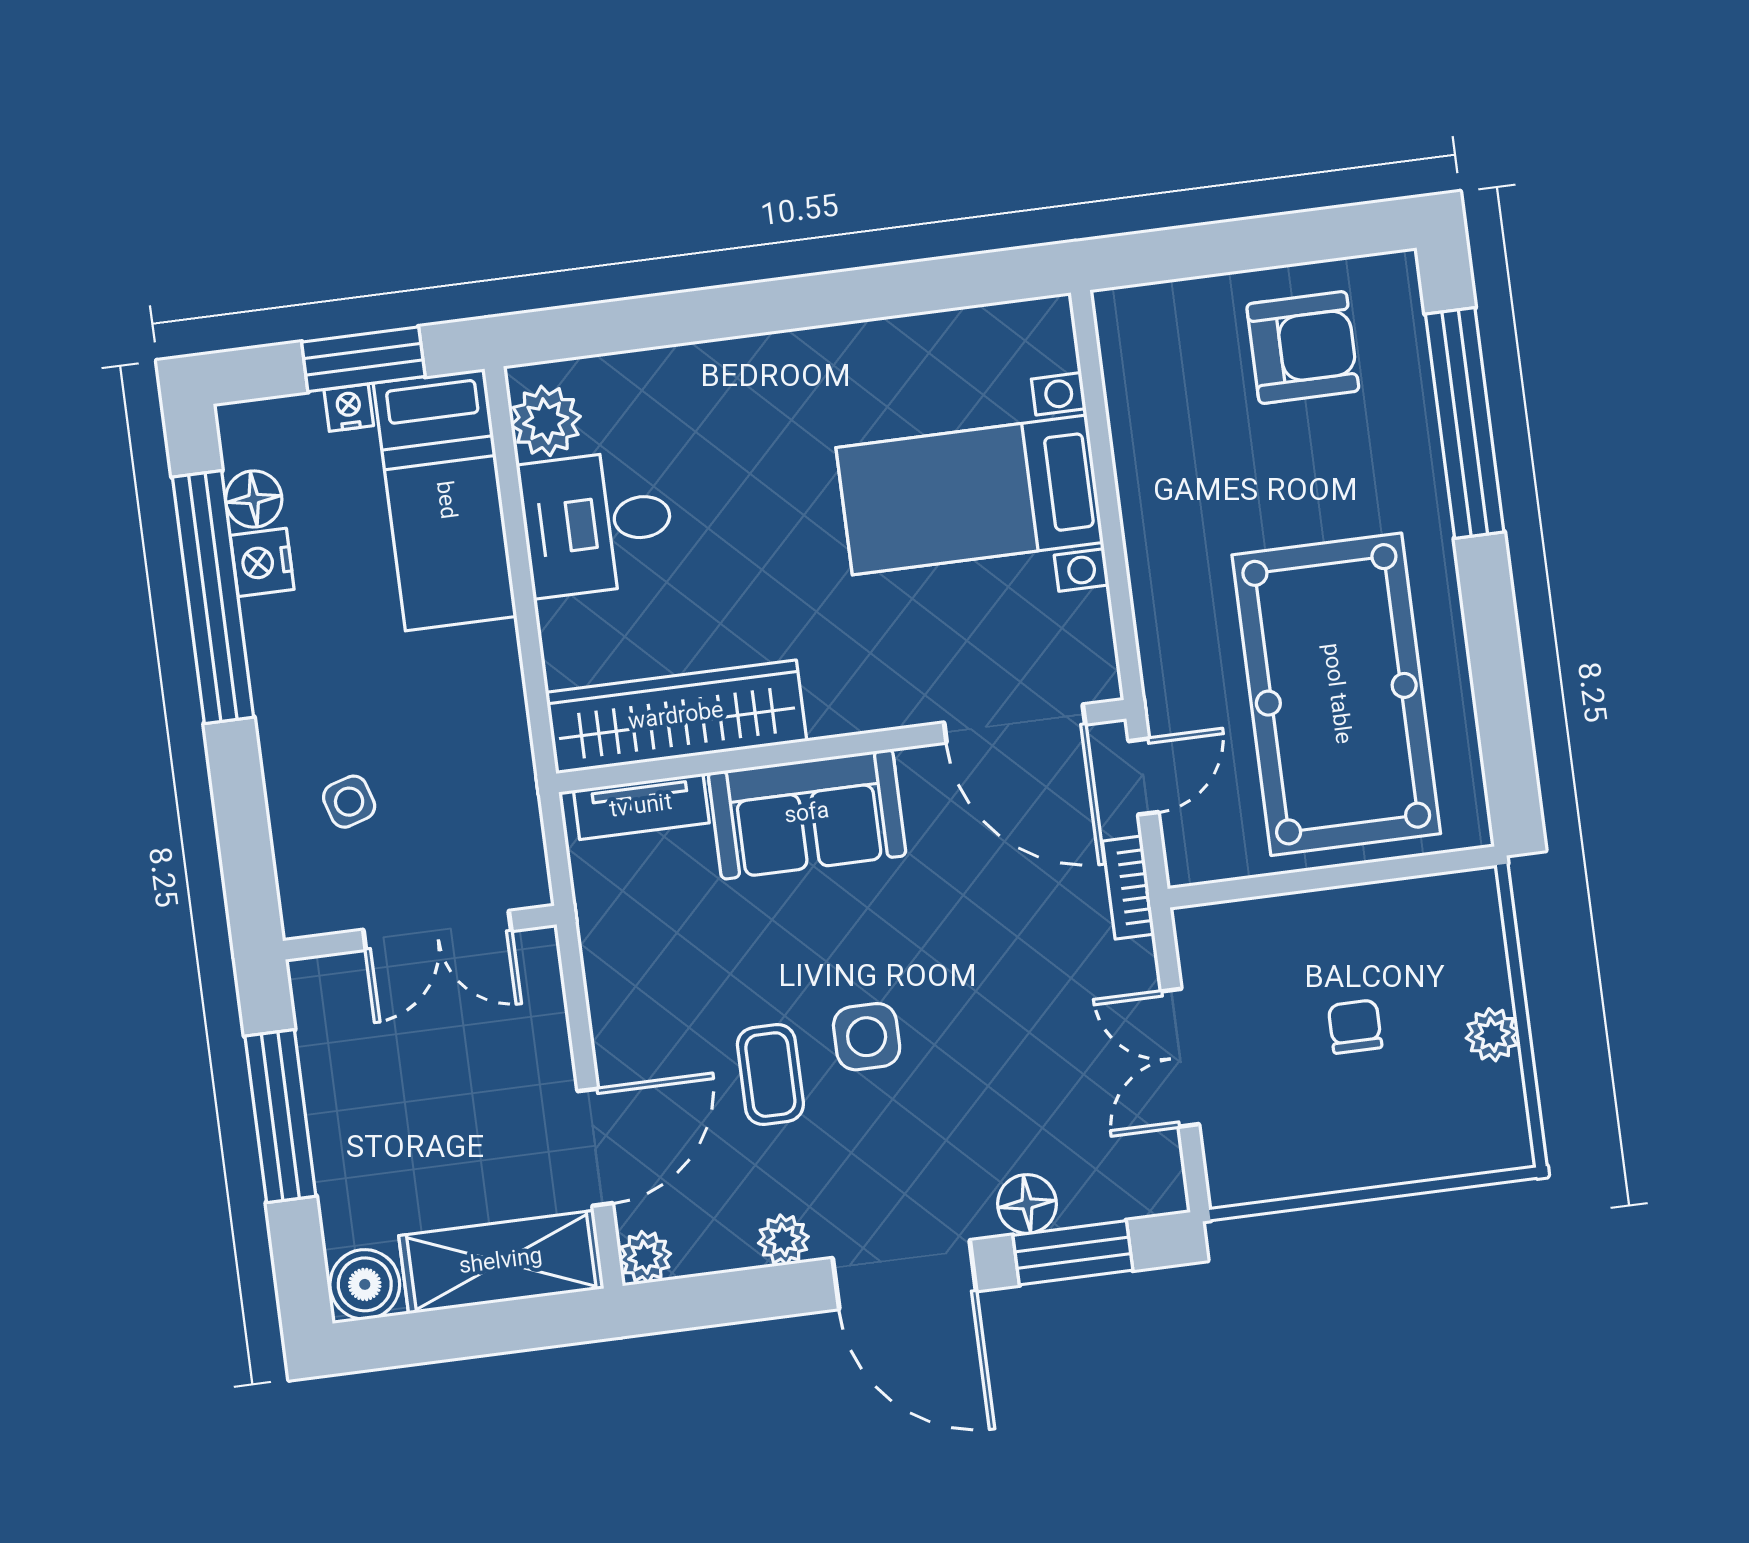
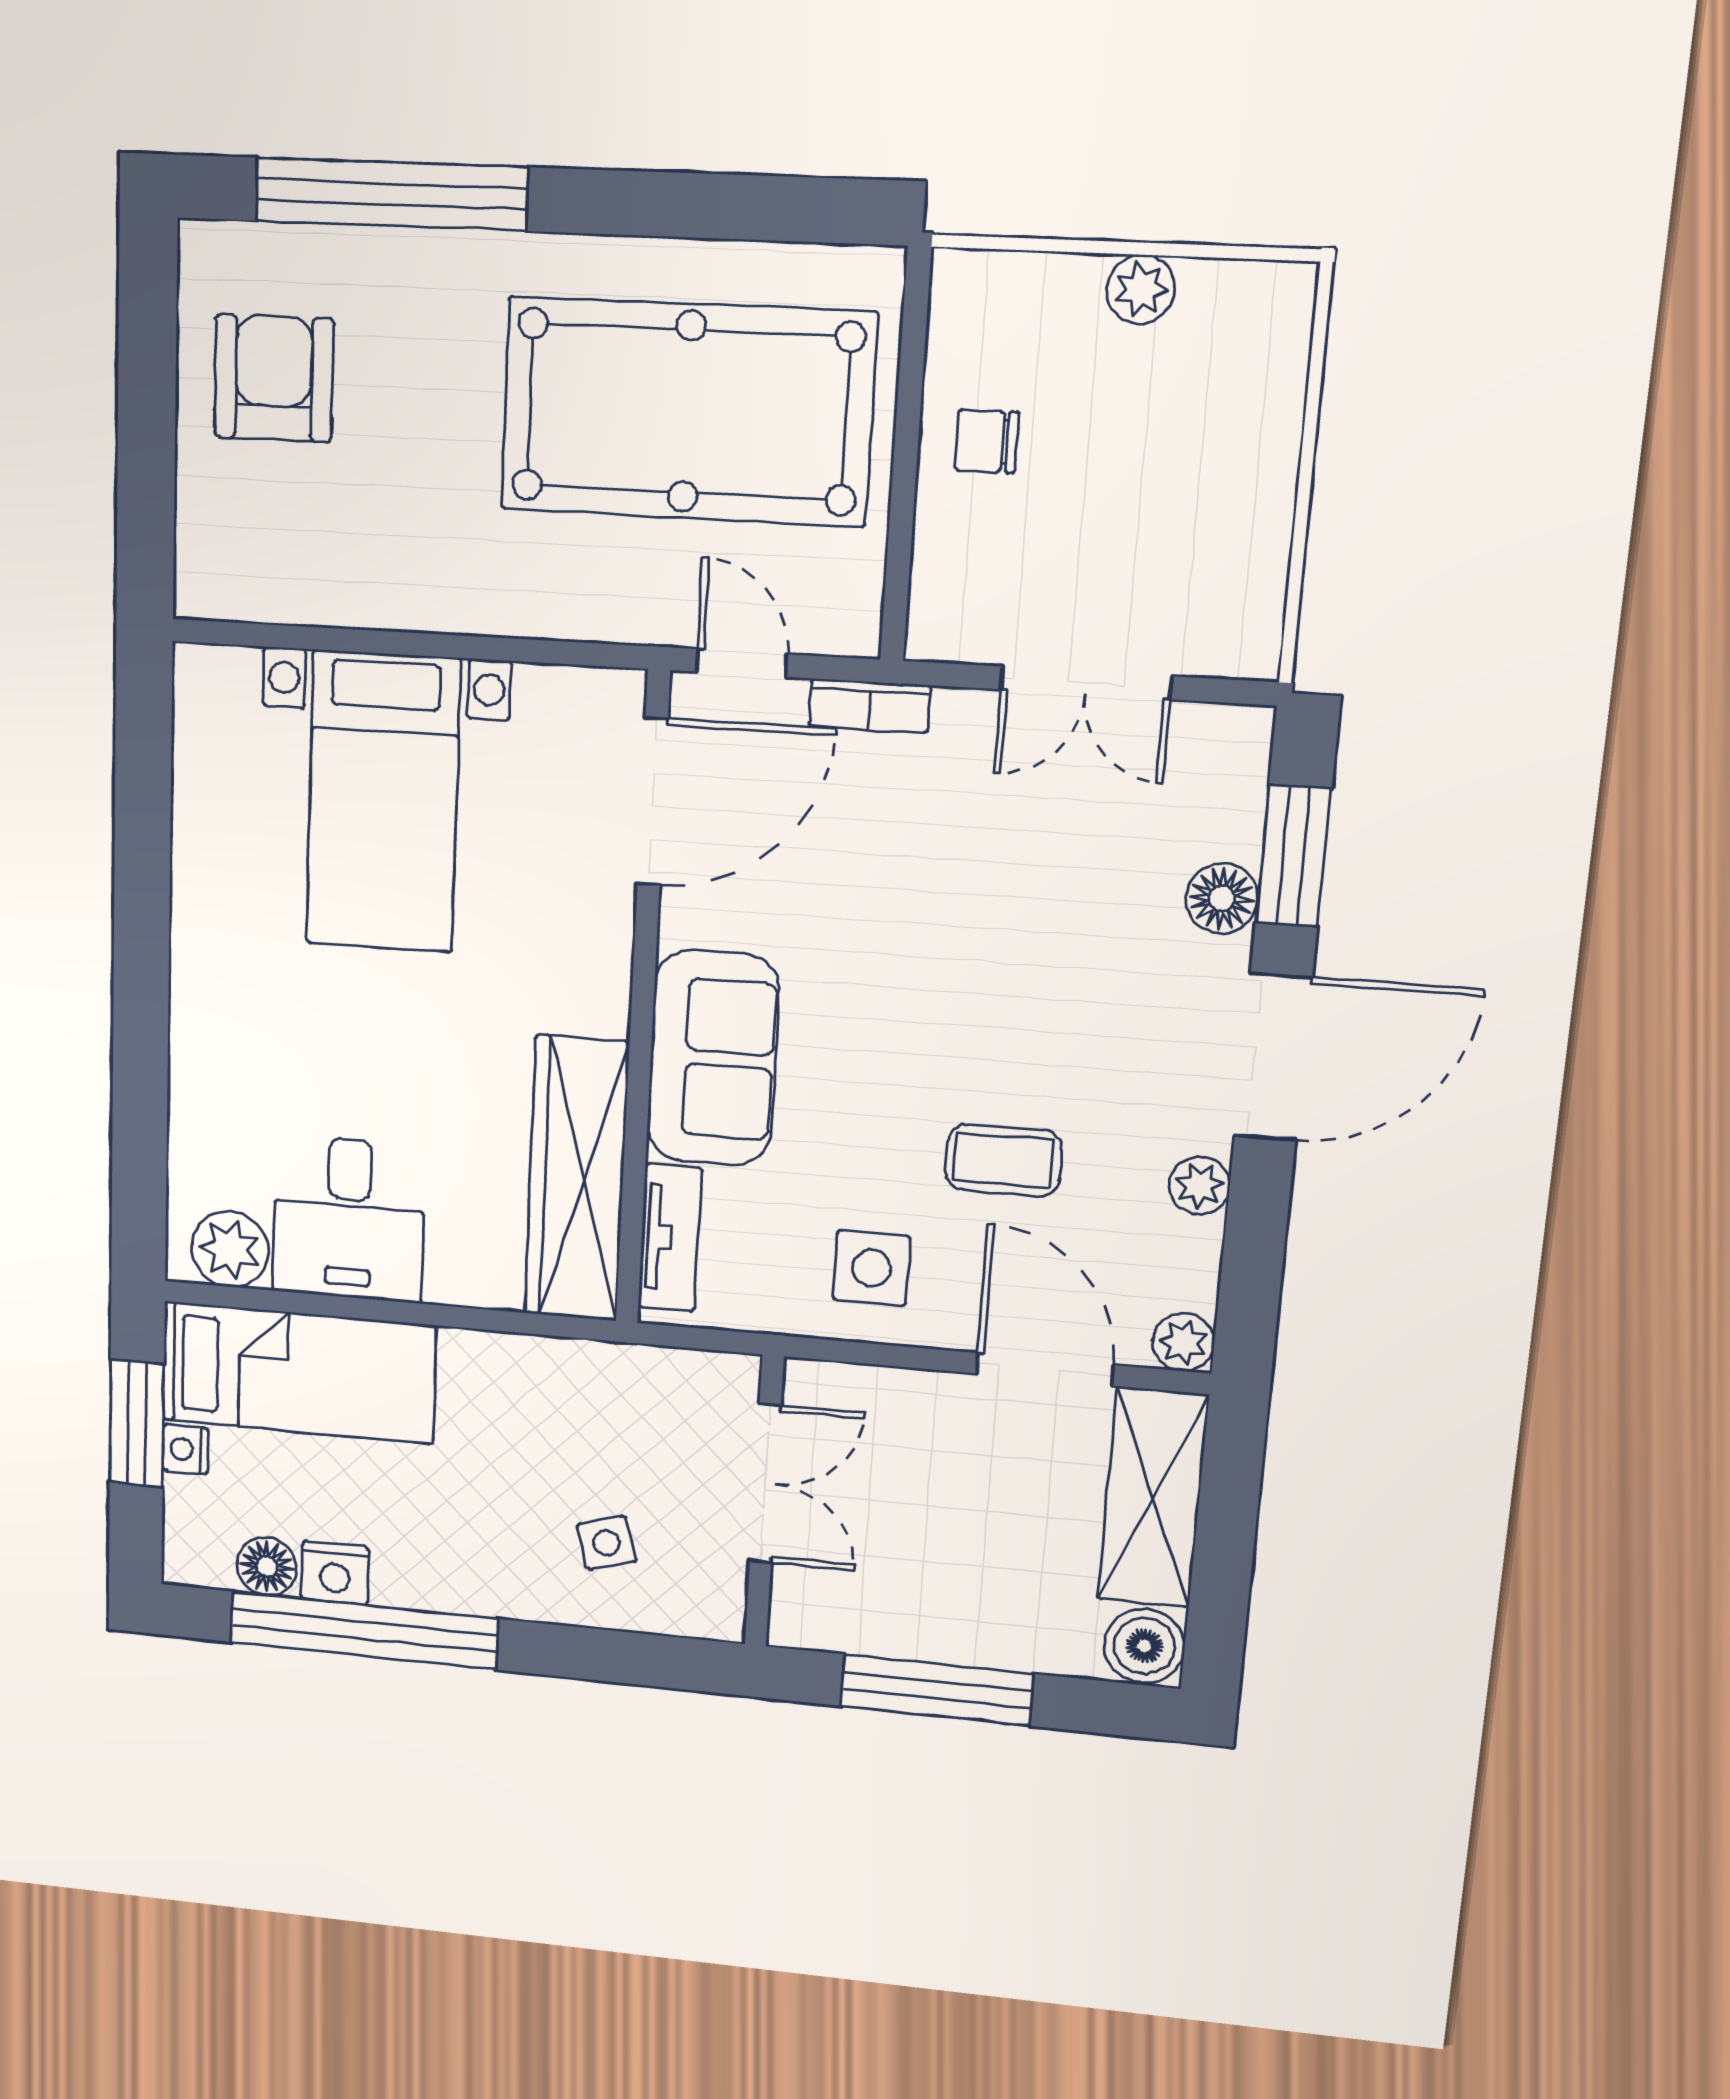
chair: (1355, 1027) -> (987, 441), moved
side table: (867, 1037) -> (872, 1268), moved

